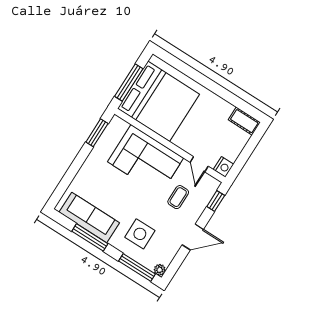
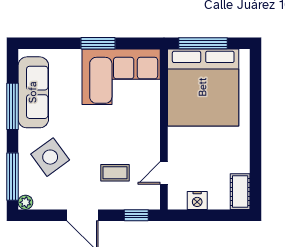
window: (97, 133) -> (98, 43), moved
corner sofa: (146, 160) -> (121, 77), moved, turned -90
nightstand: (224, 167) -> (197, 201), moved
side table: (140, 234) -> (50, 157), turned -36

